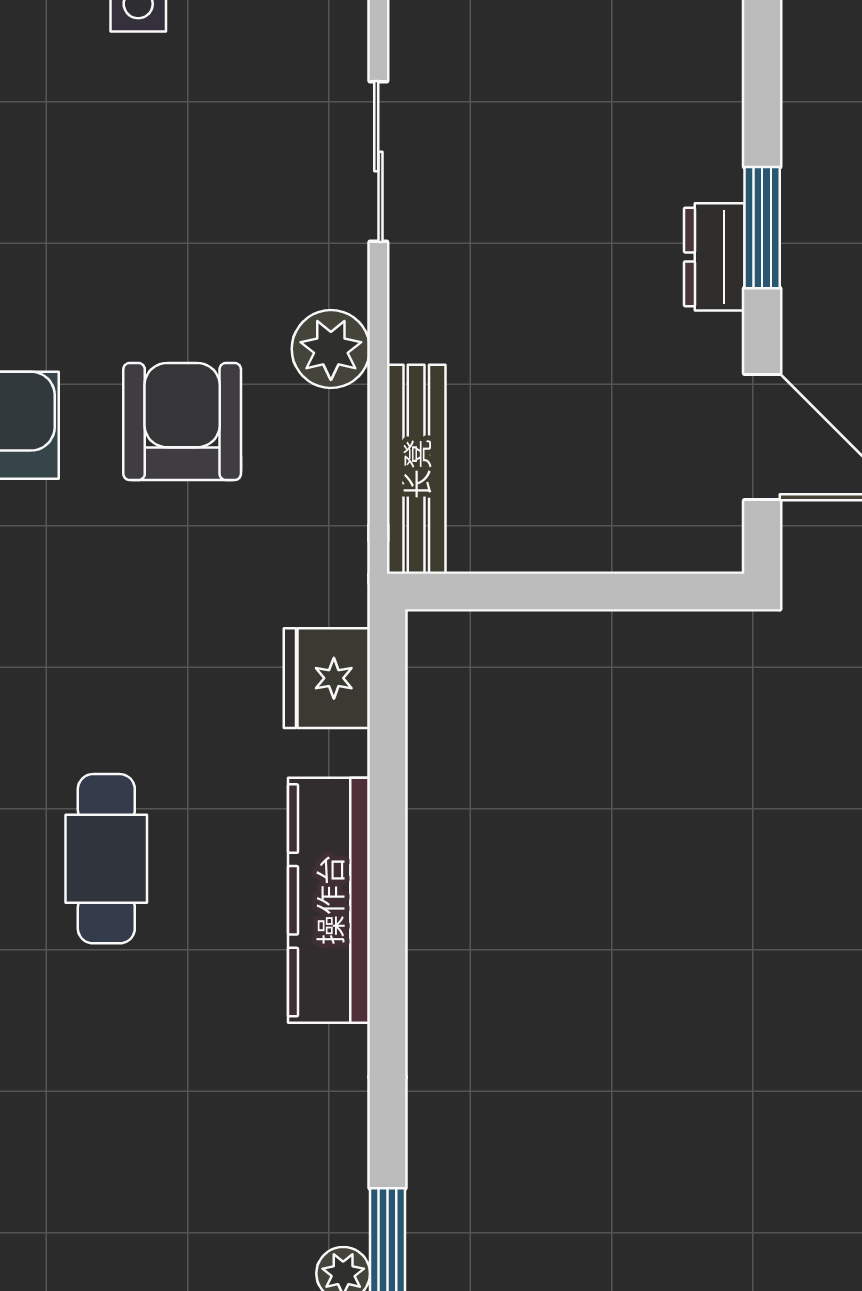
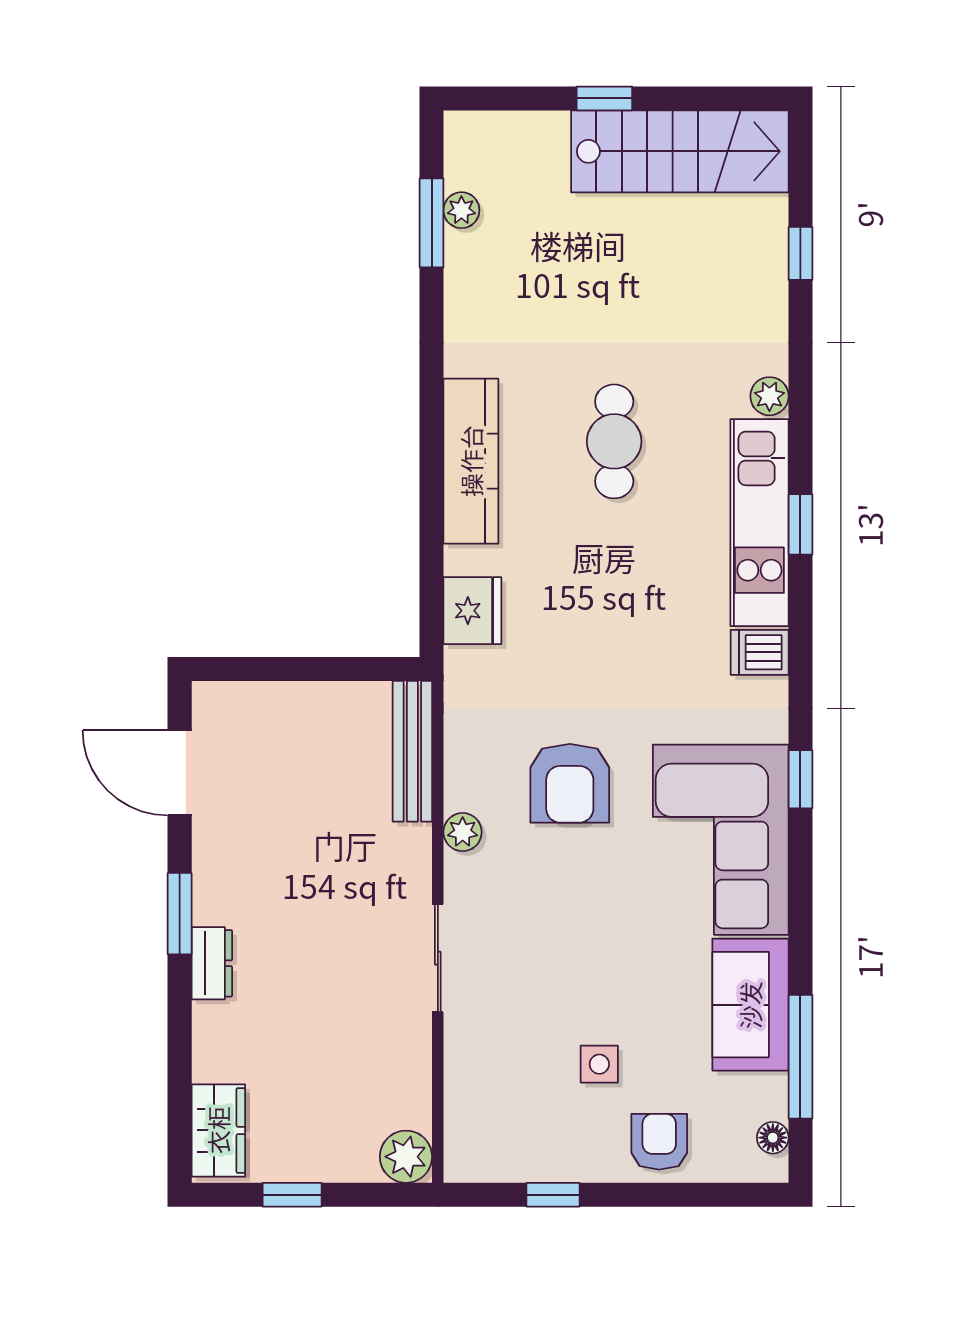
dresser: (714, 257) -> (212, 963), moved
plant: (331, 349) -> (463, 832), width x0.73, depth x0.73
cafe table: (106, 859) -> (614, 441), moved

